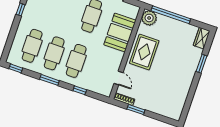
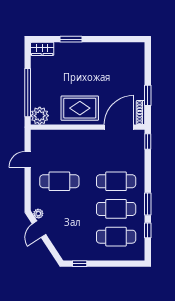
booth: (120, 32) -> (67, 143), removed
window: (16, 68) -> (148, 230), moved
door: (118, 78) -> (119, 127), width x1.88
window: (80, 90) -> (148, 141), moved

